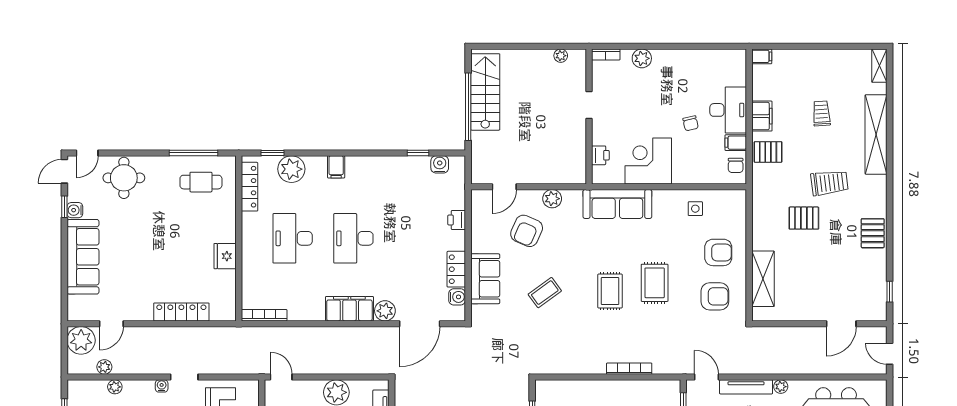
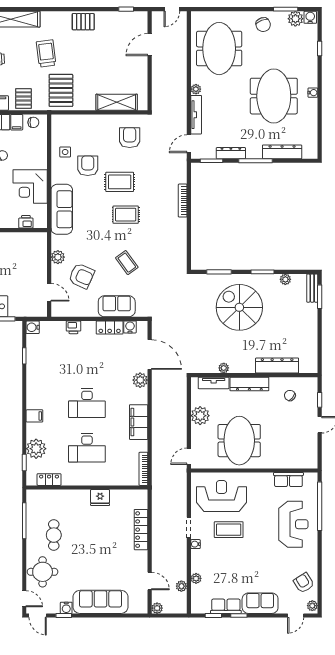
water cooler: (440, 164) -> (33, 327), moved
cafe table: (201, 182) -> (54, 535), moved
locker: (249, 187) -> (49, 480), width x0.66
pallet: (804, 218) -> (61, 90), moved, width x1.50, depth x1.42
armchair: (718, 252) -> (88, 166), moved
filing cabinet: (349, 309) -> (139, 422), moved
door: (841, 324) -> (150, 45), swing flipped
plant: (81, 340) -> (157, 608), width x0.53, depth x0.53

